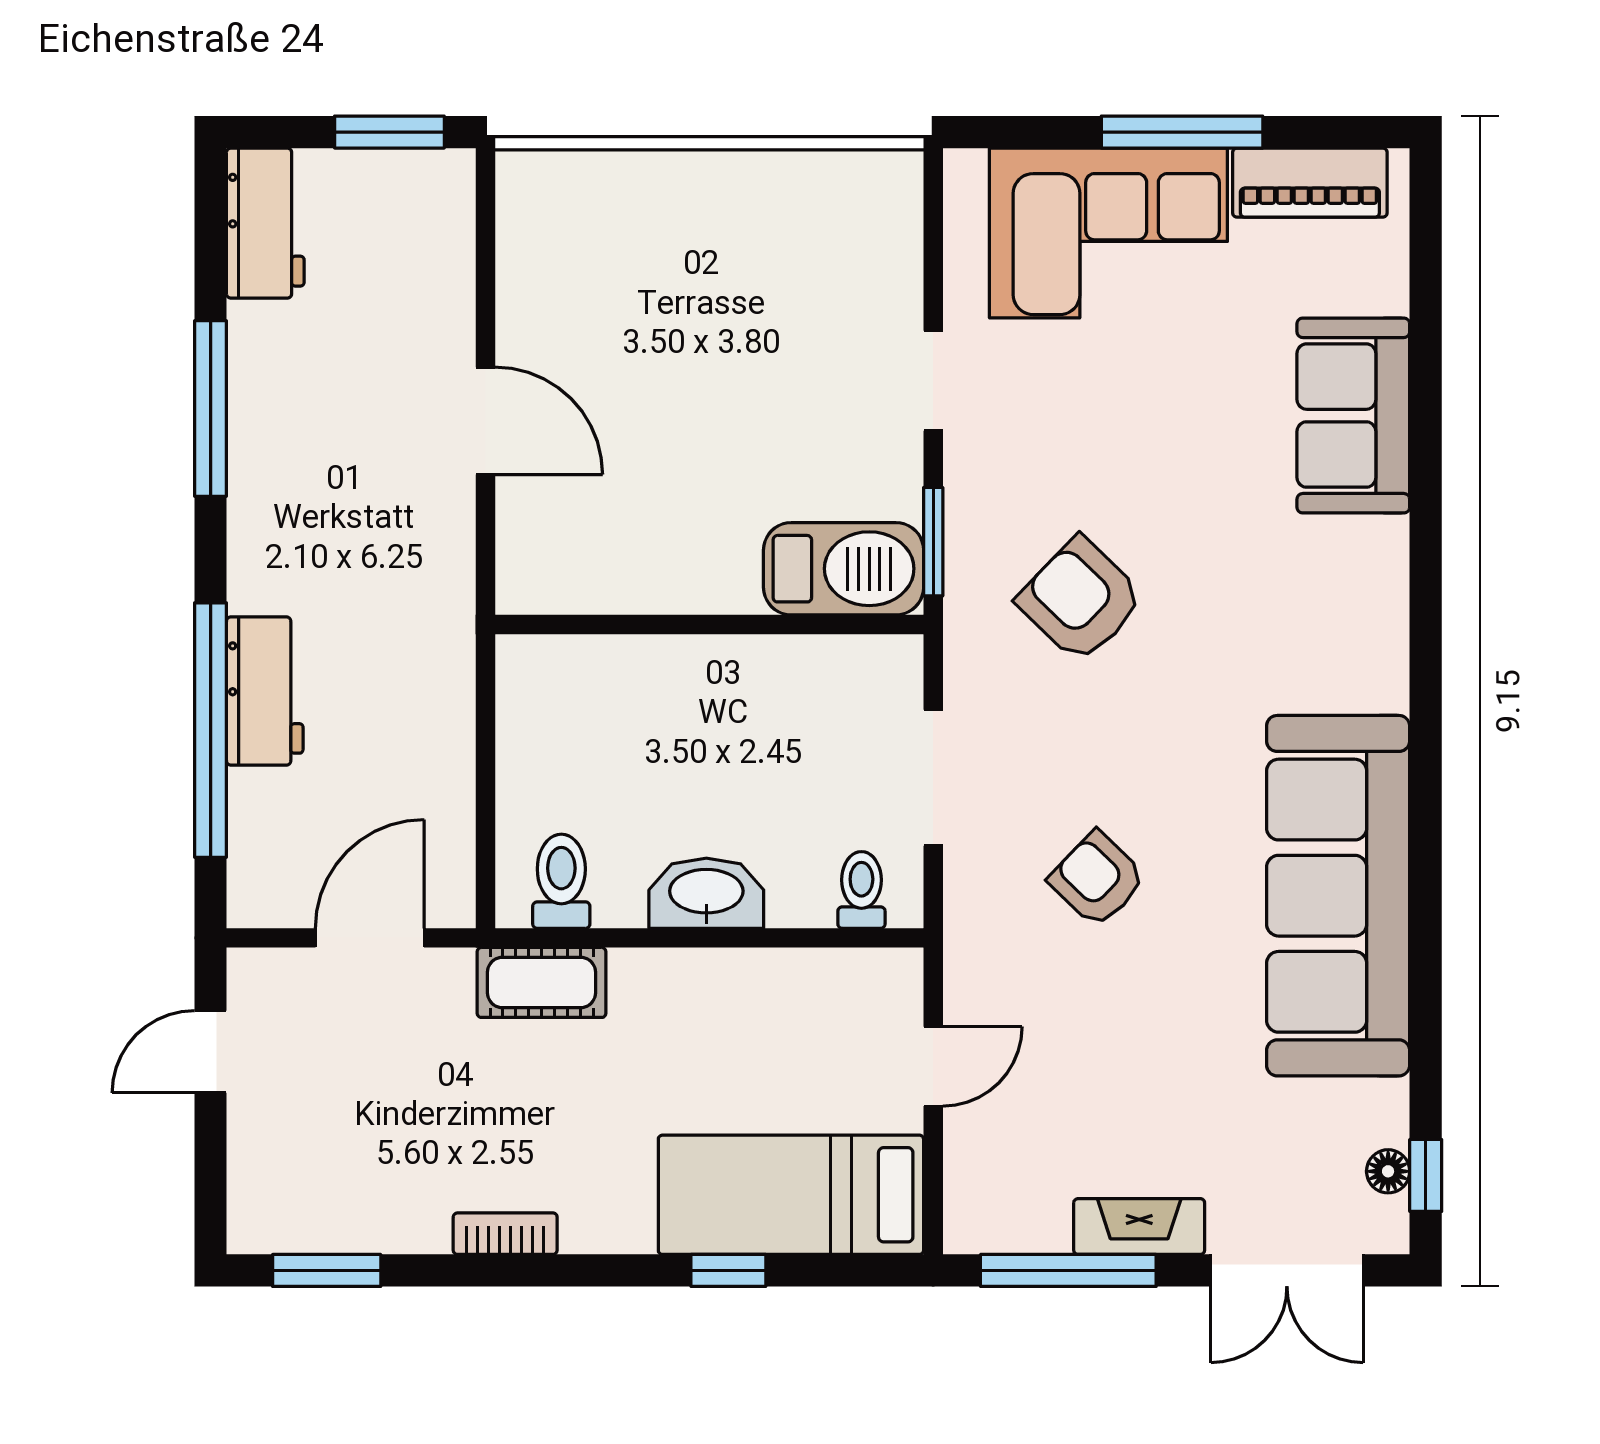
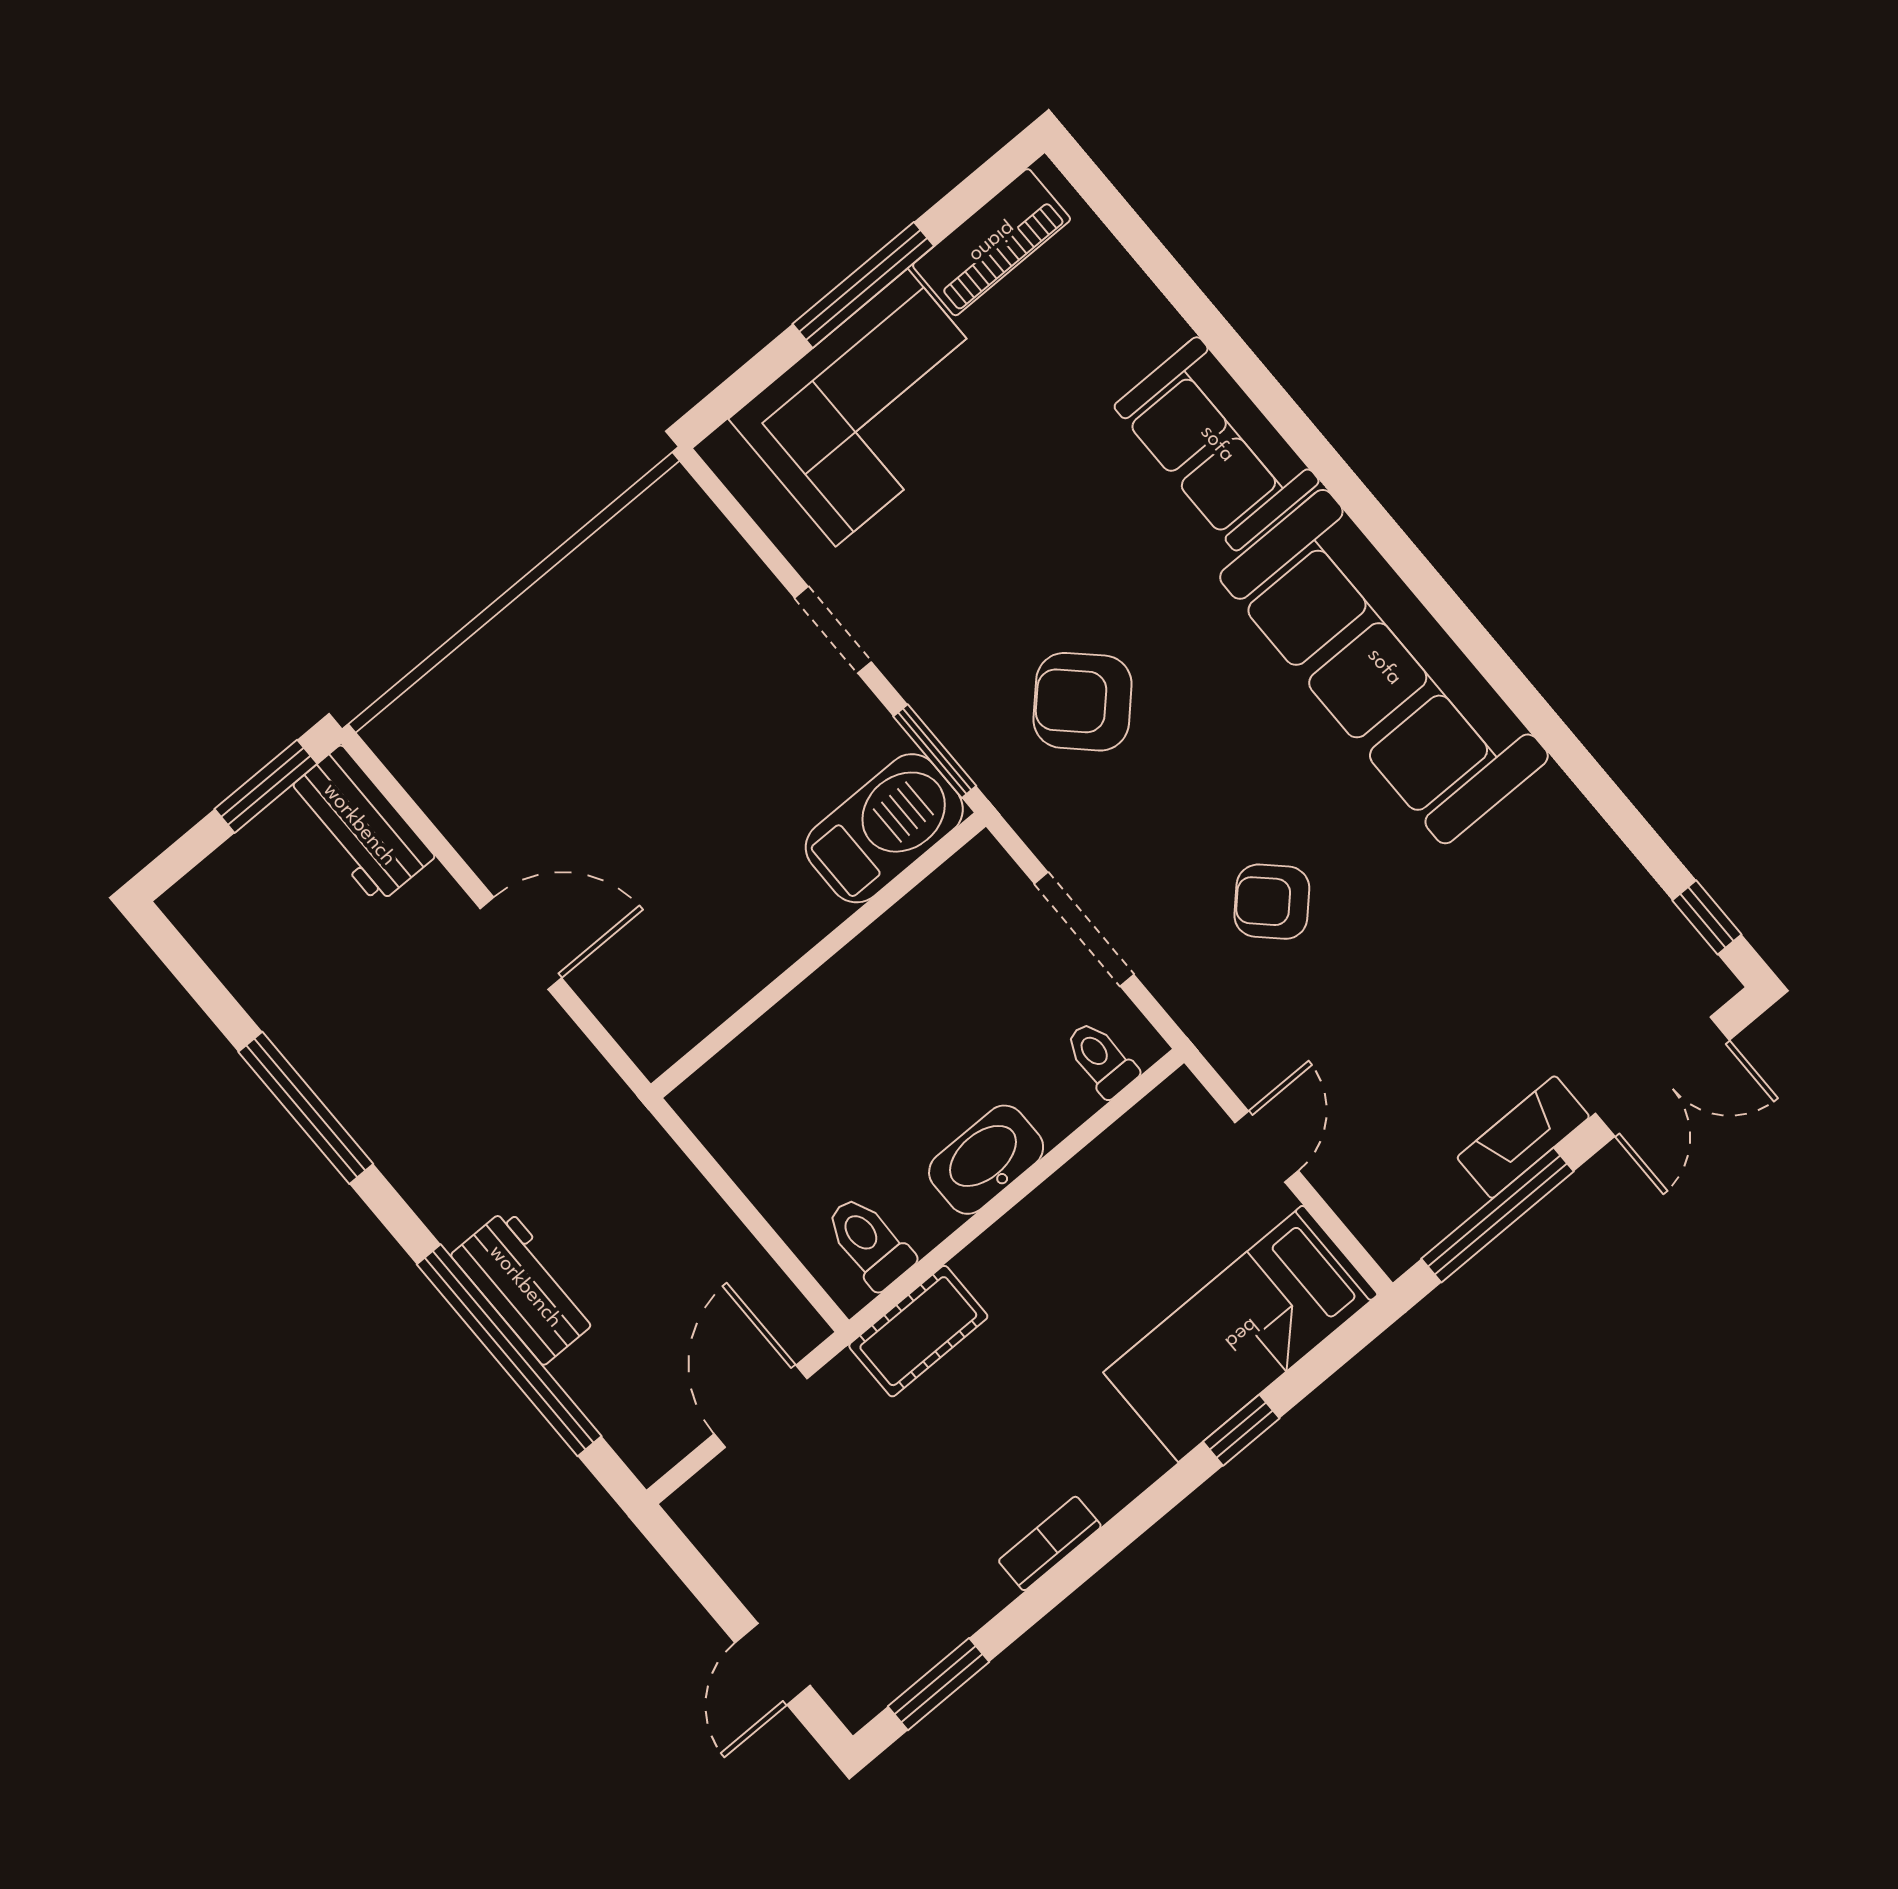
workbench: (265, 223) -> (359, 825), moved, turned 180
sofa: (1353, 416) -> (1217, 444), moved
sofa: (1338, 896) -> (1384, 667), moved
door: (211, 1052) -> (772, 1664), moved
floor lamp: (1388, 1171) -> (1676, 938), removed

